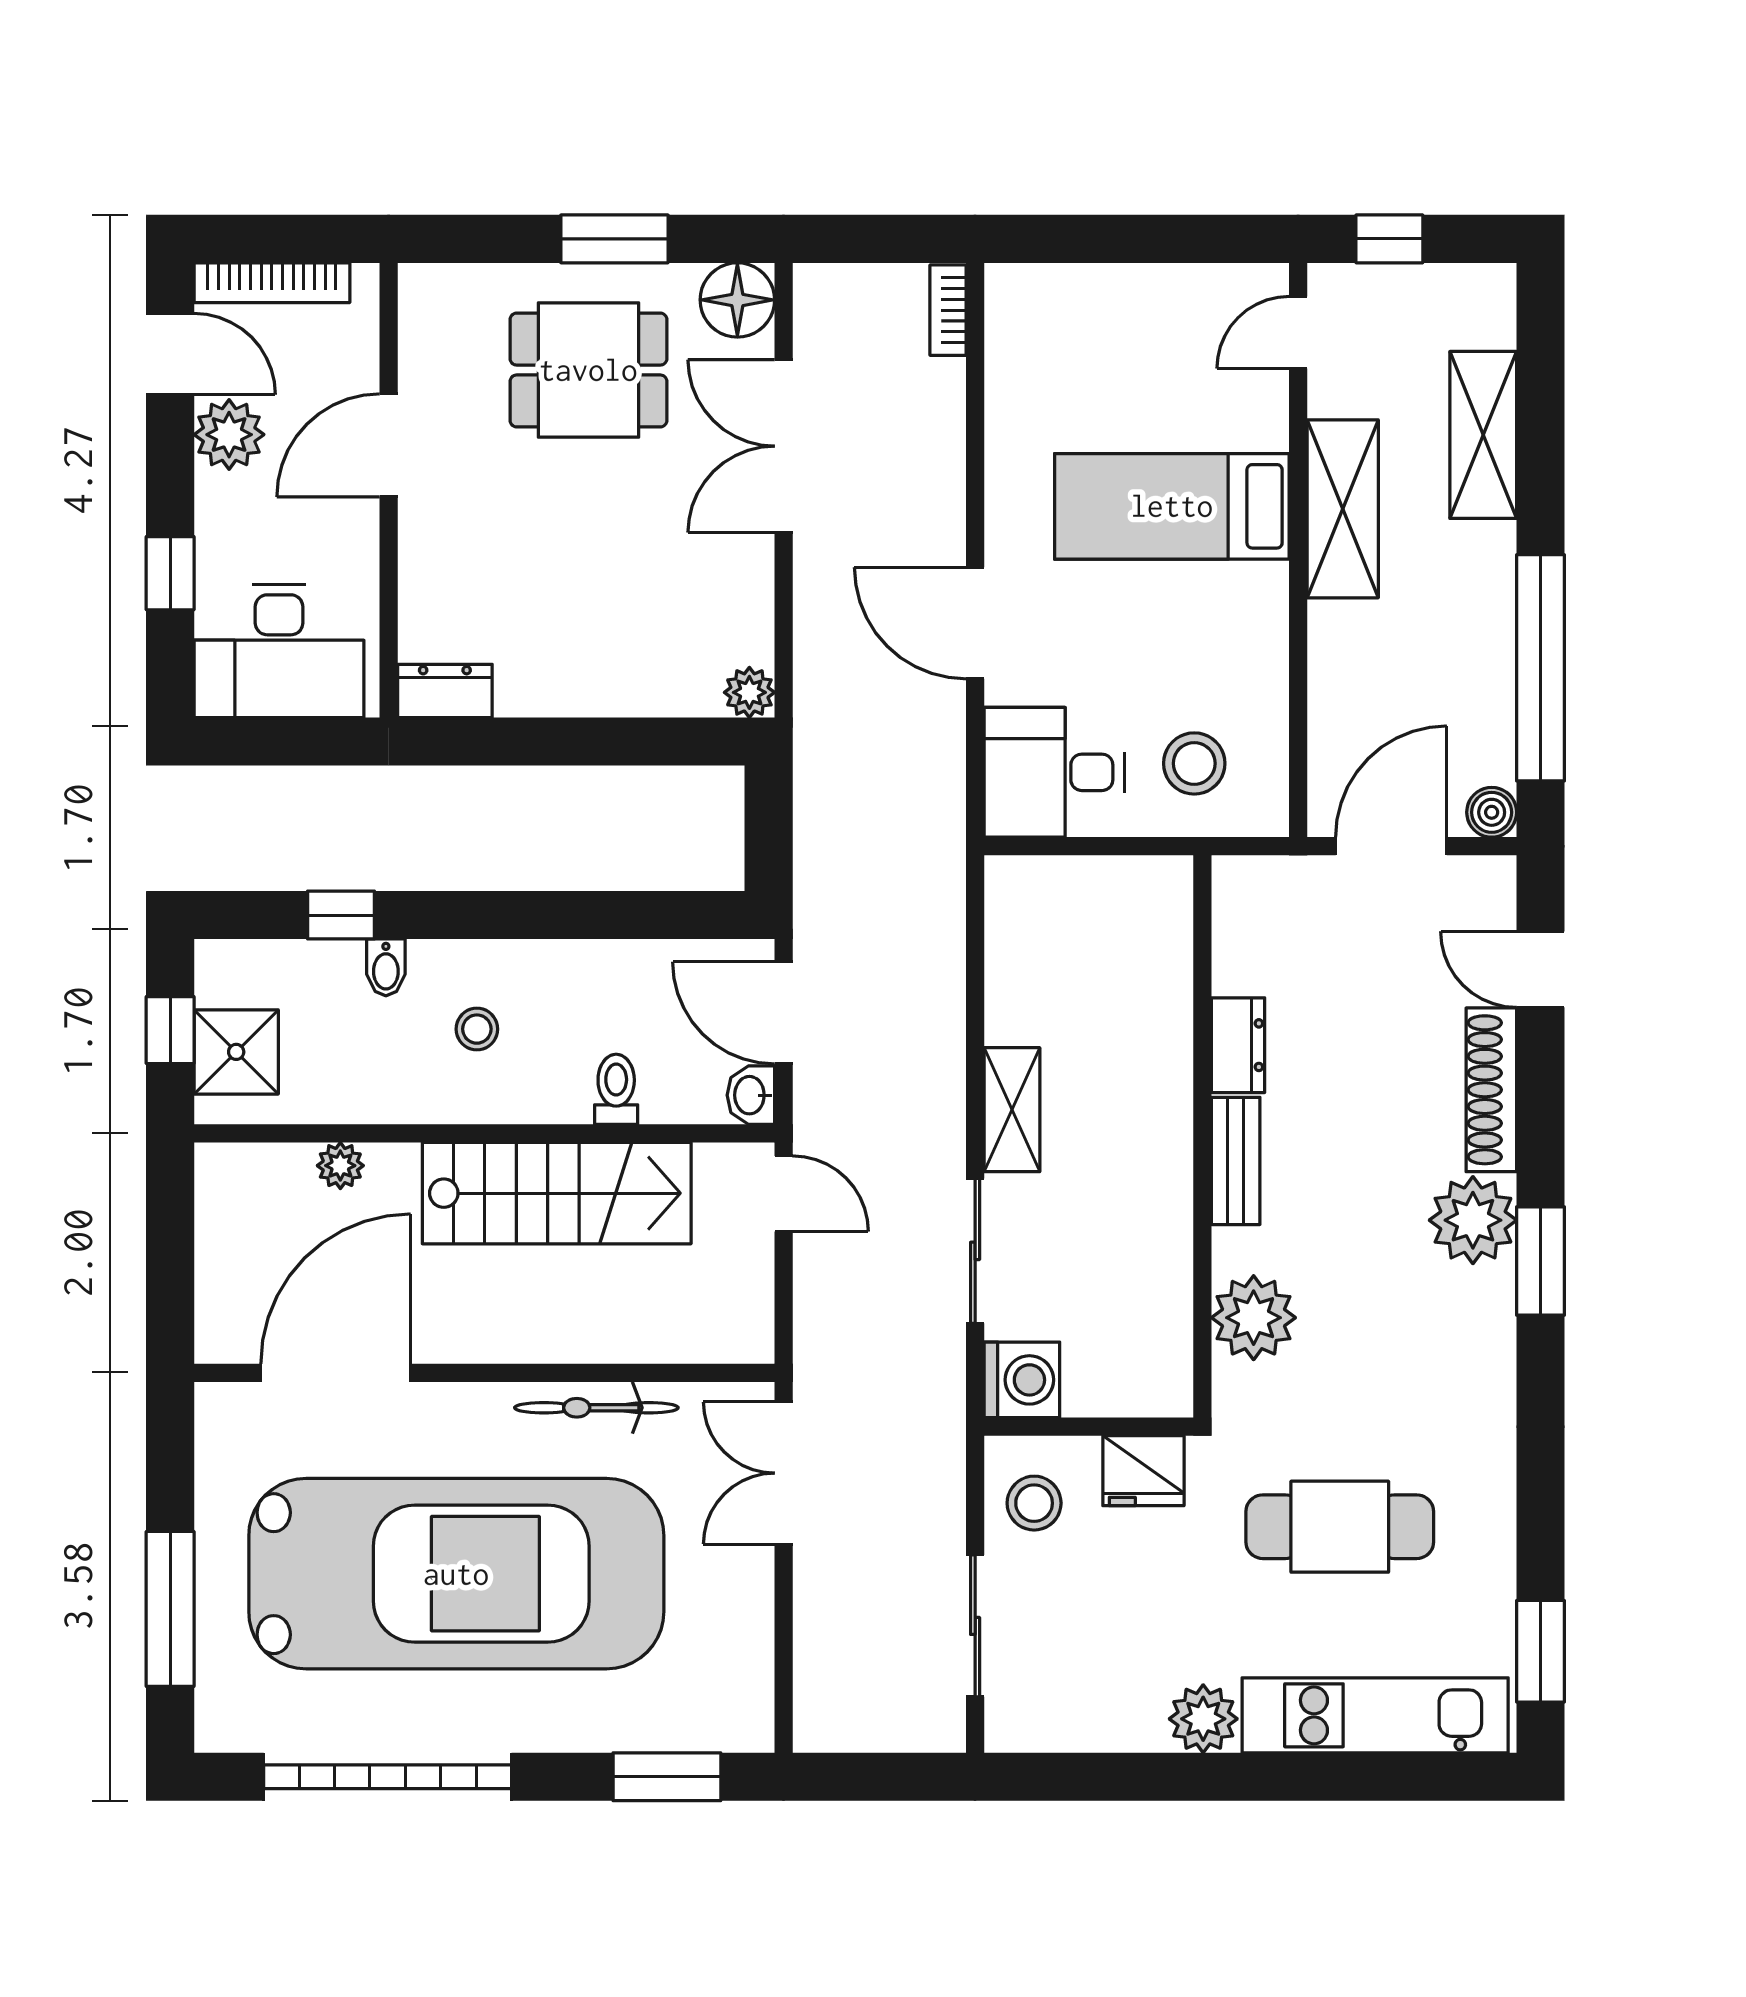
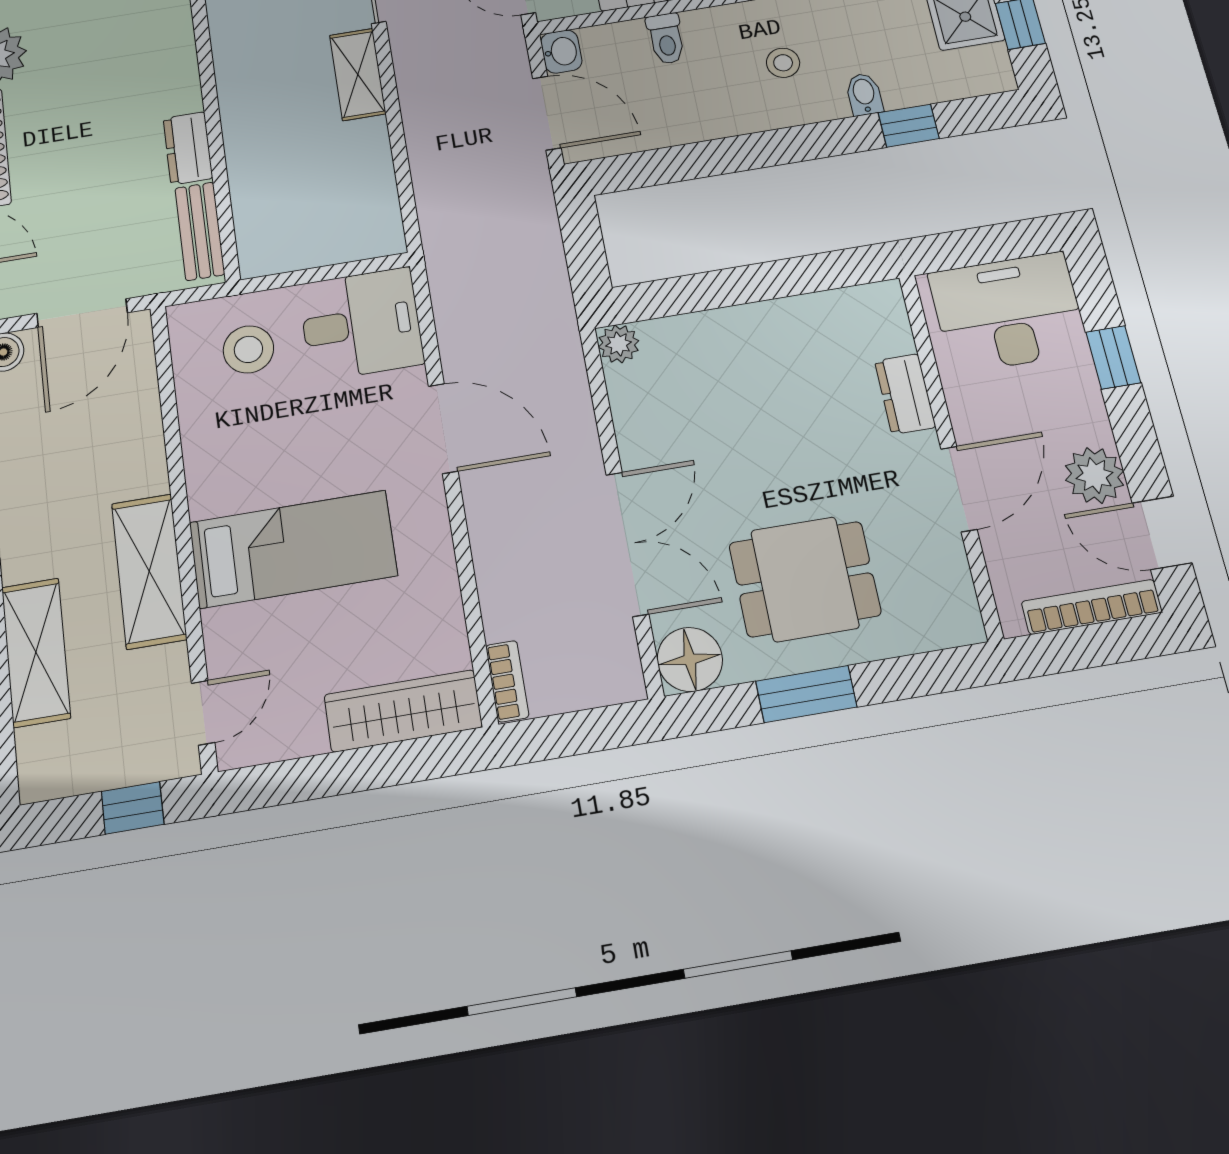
wardrobe: (1071, 296) -> (403, 711), added
dresser: (445, 691) -> (905, 394), moved, turned 90
bench: (1236, 1161) -> (200, 231), moved

